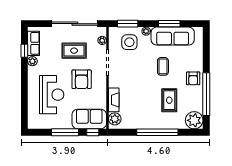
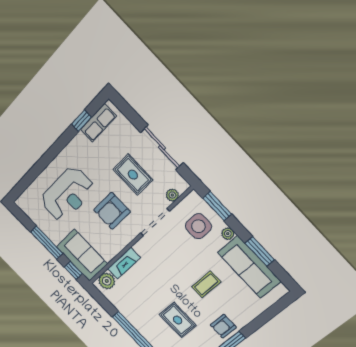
sliding door: (75, 24) -> (162, 148), width x0.73
plant: (32, 61) -> (80, 140), removed
rug: (169, 100) -> (178, 320), turned 90

